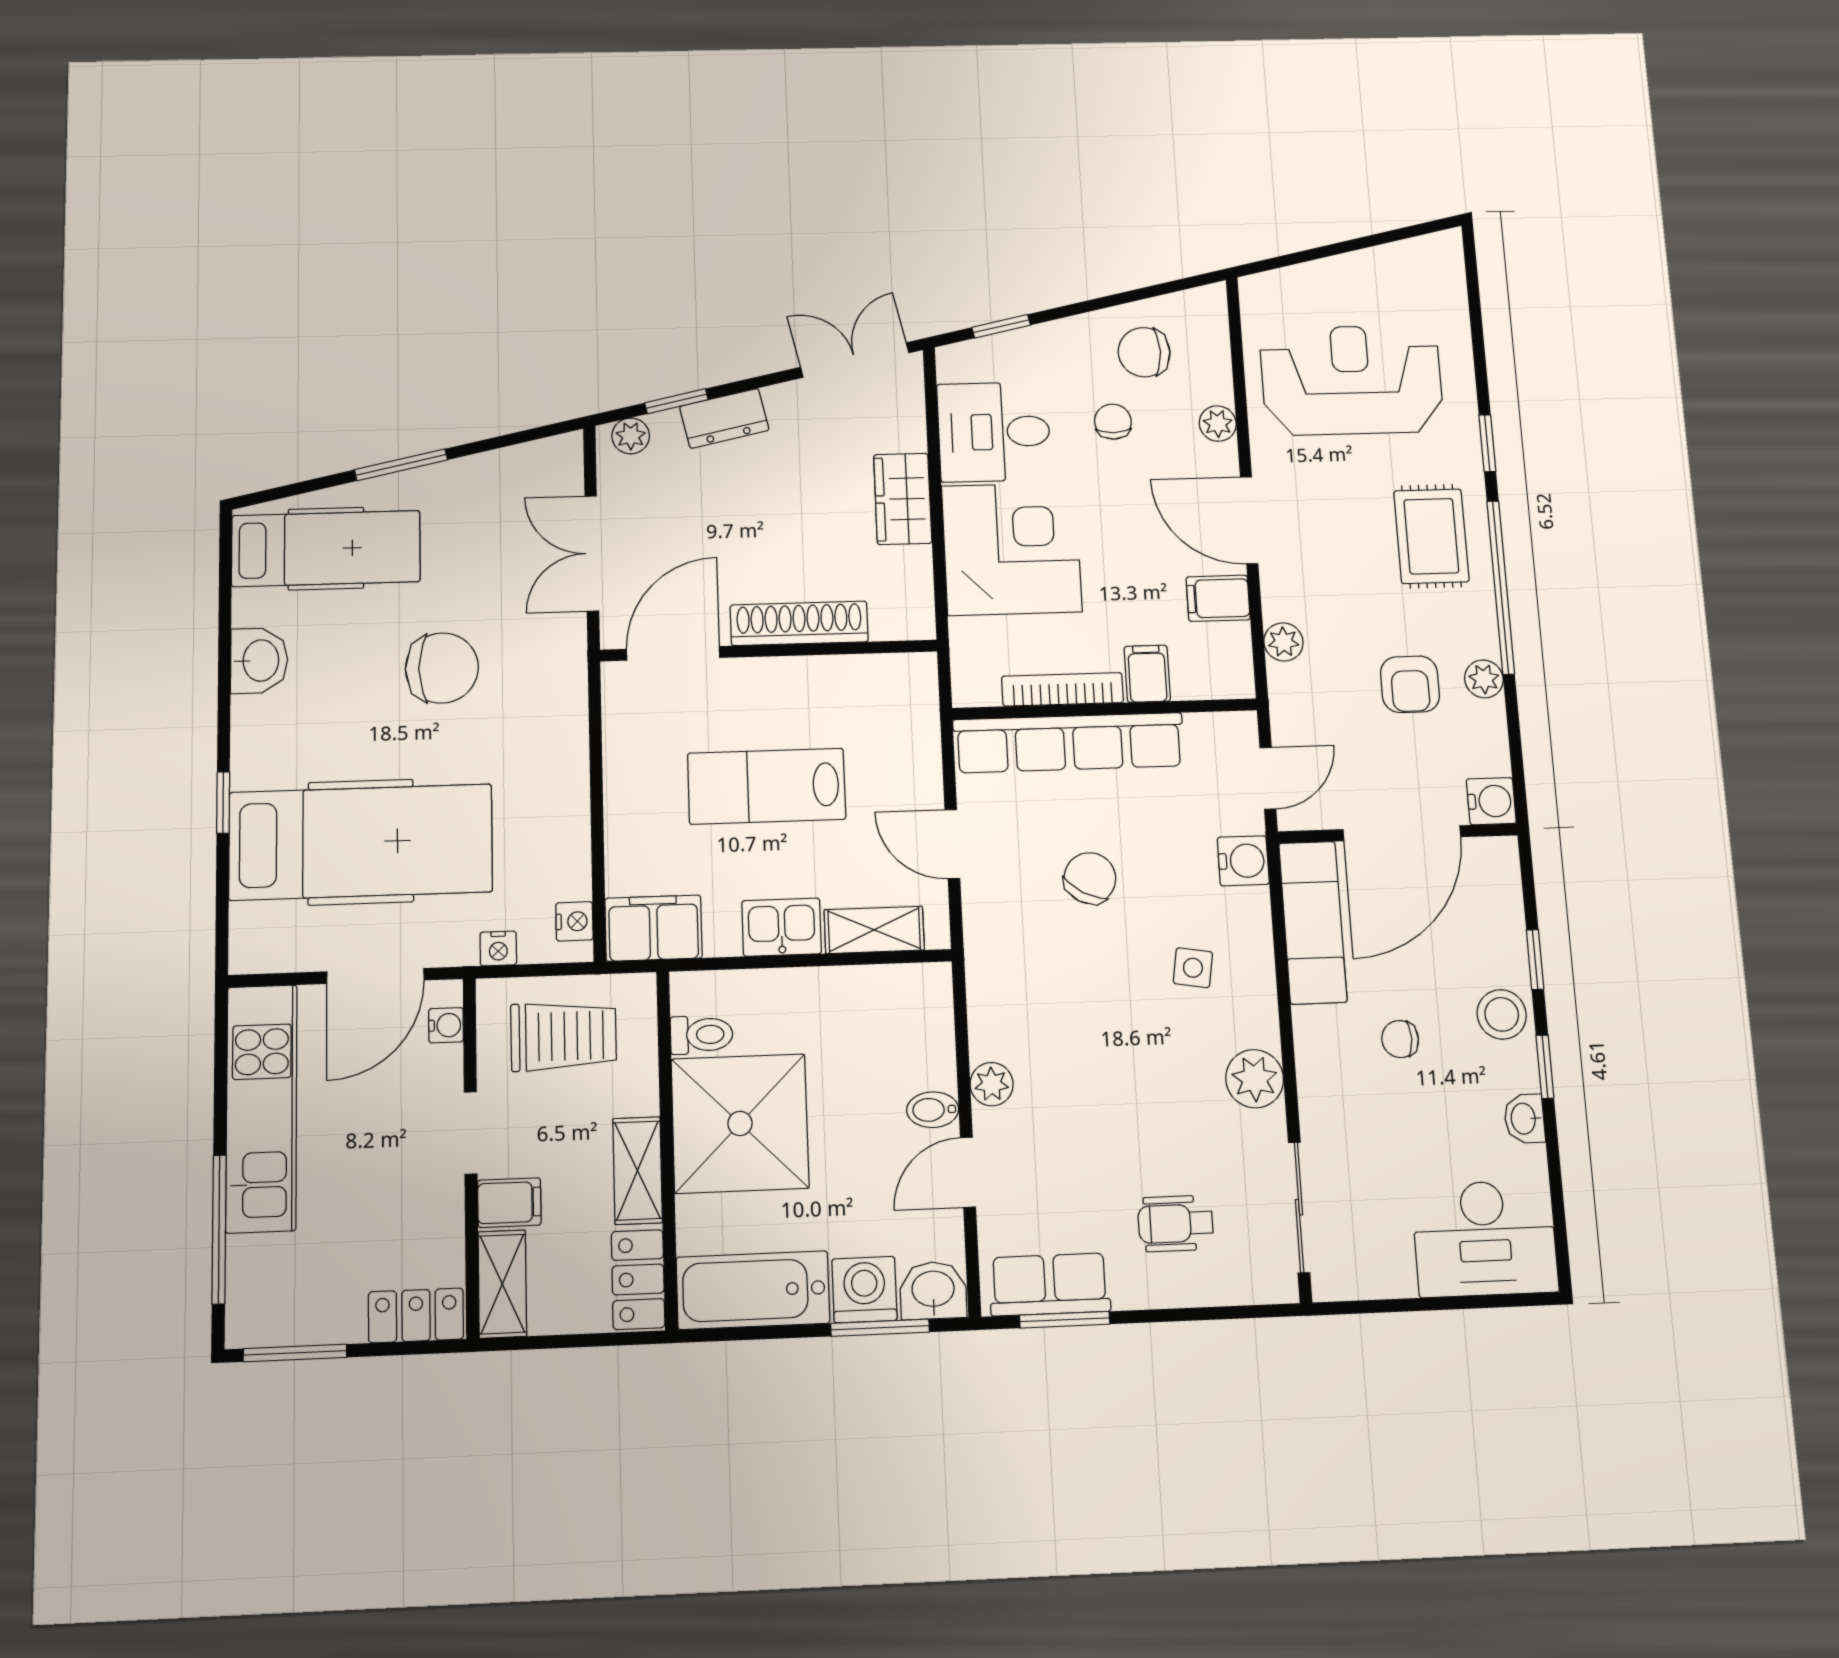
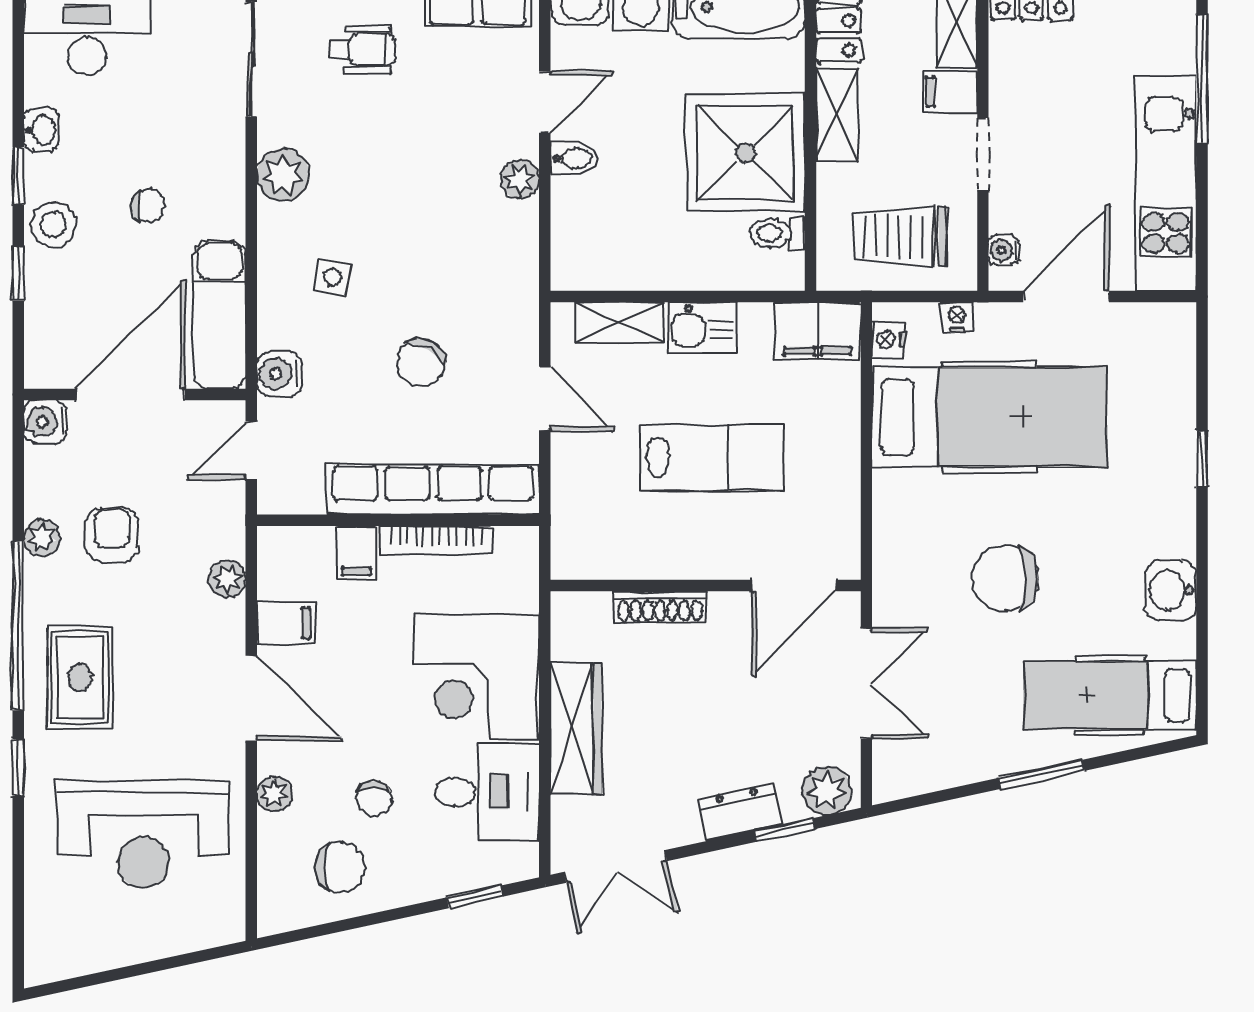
plant: (631, 436) -> (827, 790), width x1.38, depth x1.38
wardrobe: (903, 499) -> (576, 728), width x1.50
shoe rack: (799, 623) -> (660, 607), width x0.74, depth x0.81
hospital bed: (361, 842) -> (989, 417), moved, turned 180

